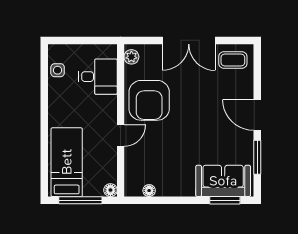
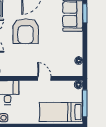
armchair: (149, 100) -> (26, 31), moved, turned 90

